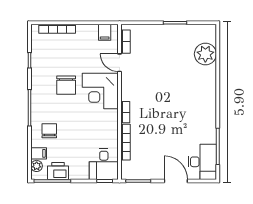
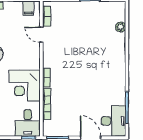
plant: (205, 54) -> (121, 27), width x0.53, depth x0.53
corner desk: (100, 91) -> (25, 86), moved

